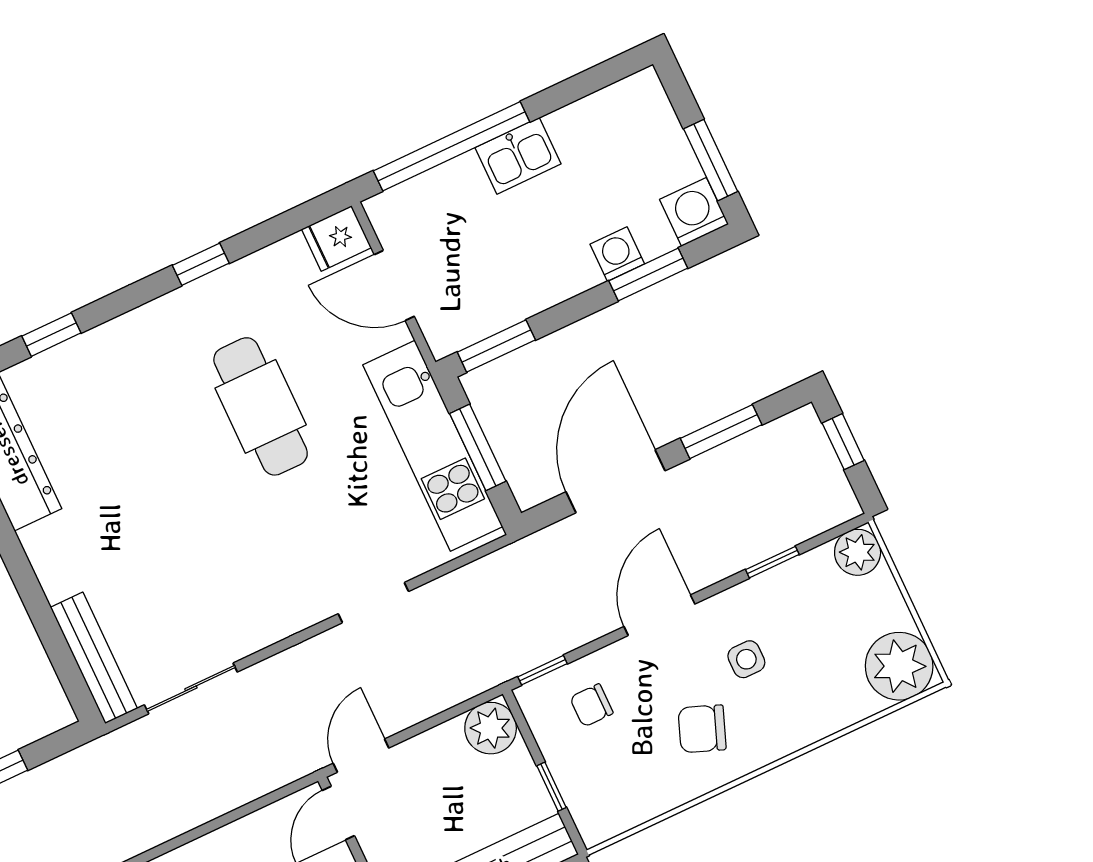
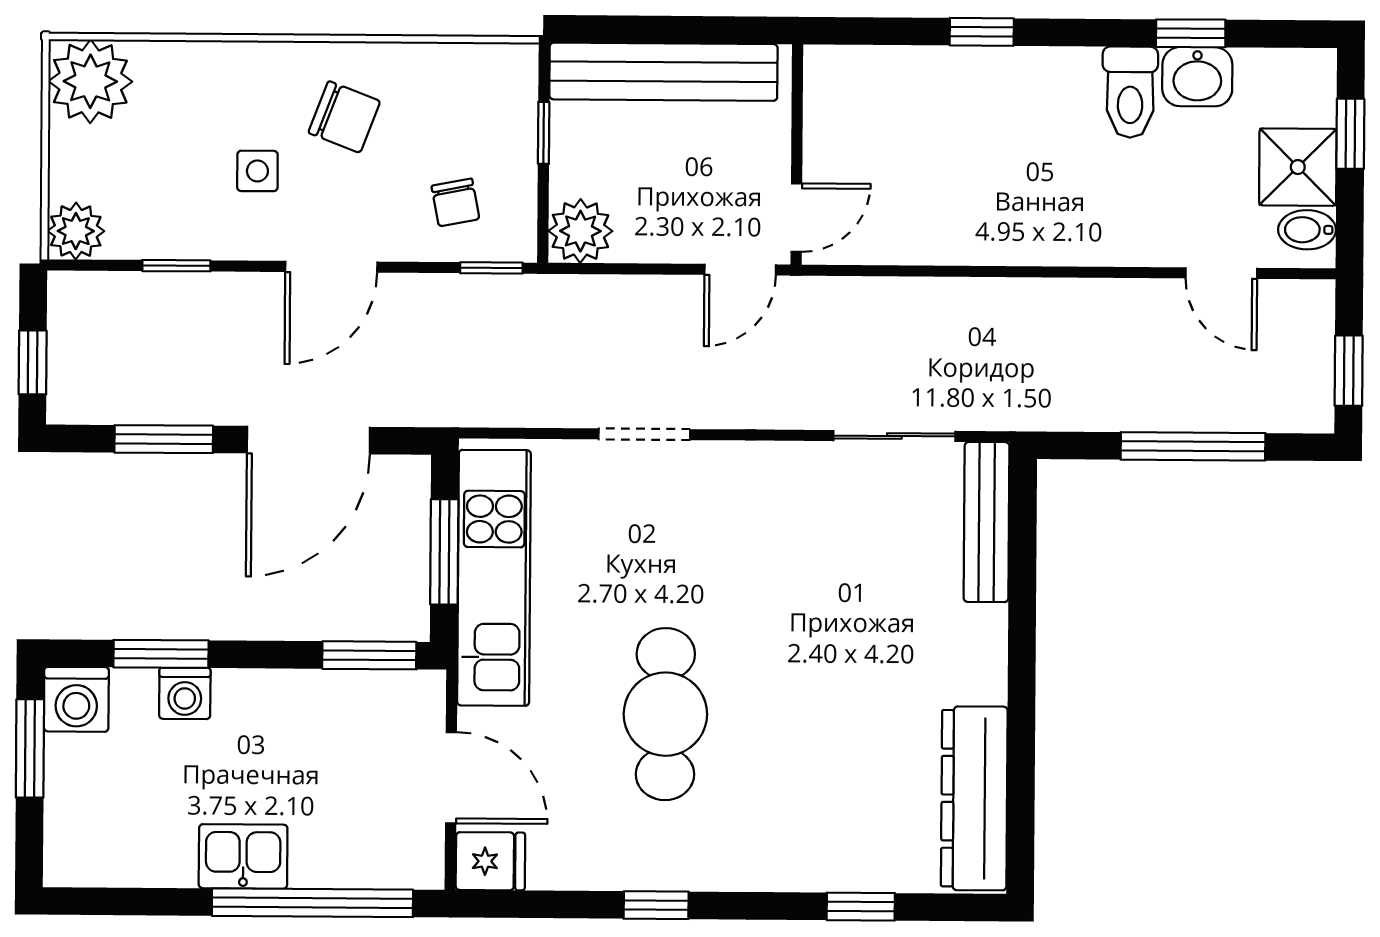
chair: (591, 705) -> (455, 202), turned 79

